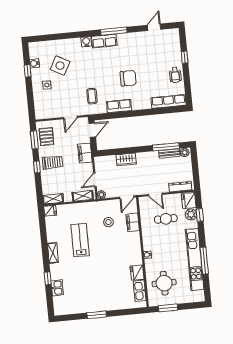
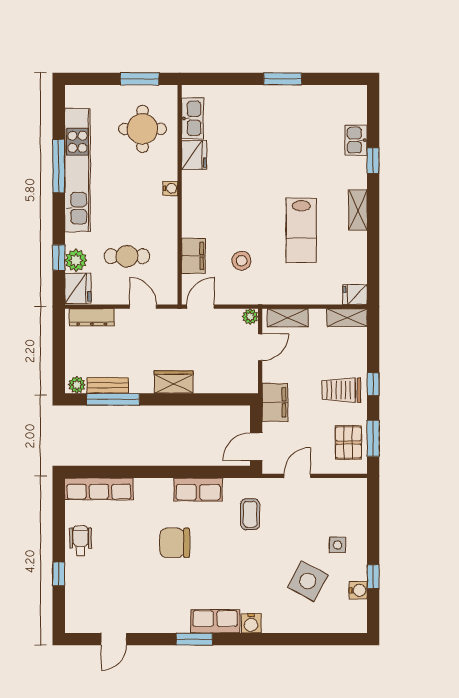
window: (114, 31) -> (194, 639), width x0.69
wardrobe: (126, 159) -> (174, 382), moved

